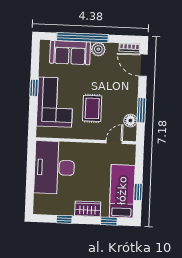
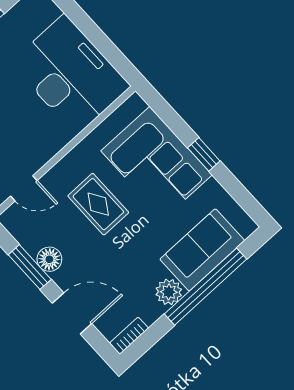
door: (143, 65) -> (72, 313), moved
floor lamp: (130, 121) -> (49, 259), moved
door: (114, 142) -> (24, 188), hinge flipped

